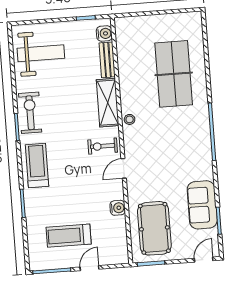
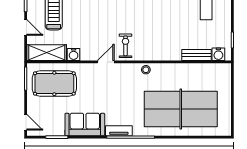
table tennis table: (174, 74) -> (181, 109), width x1.36, depth x1.32
shelving: (108, 103) -> (47, 53), moved
tv unit: (205, 147) -> (119, 131), added
door: (124, 168) -> (106, 62), hinge flipped
sofa: (202, 205) -> (85, 124), moved

